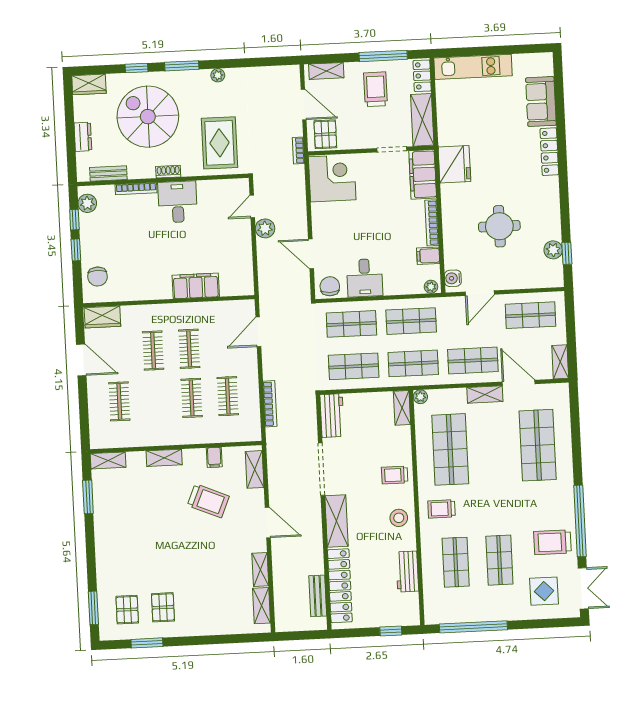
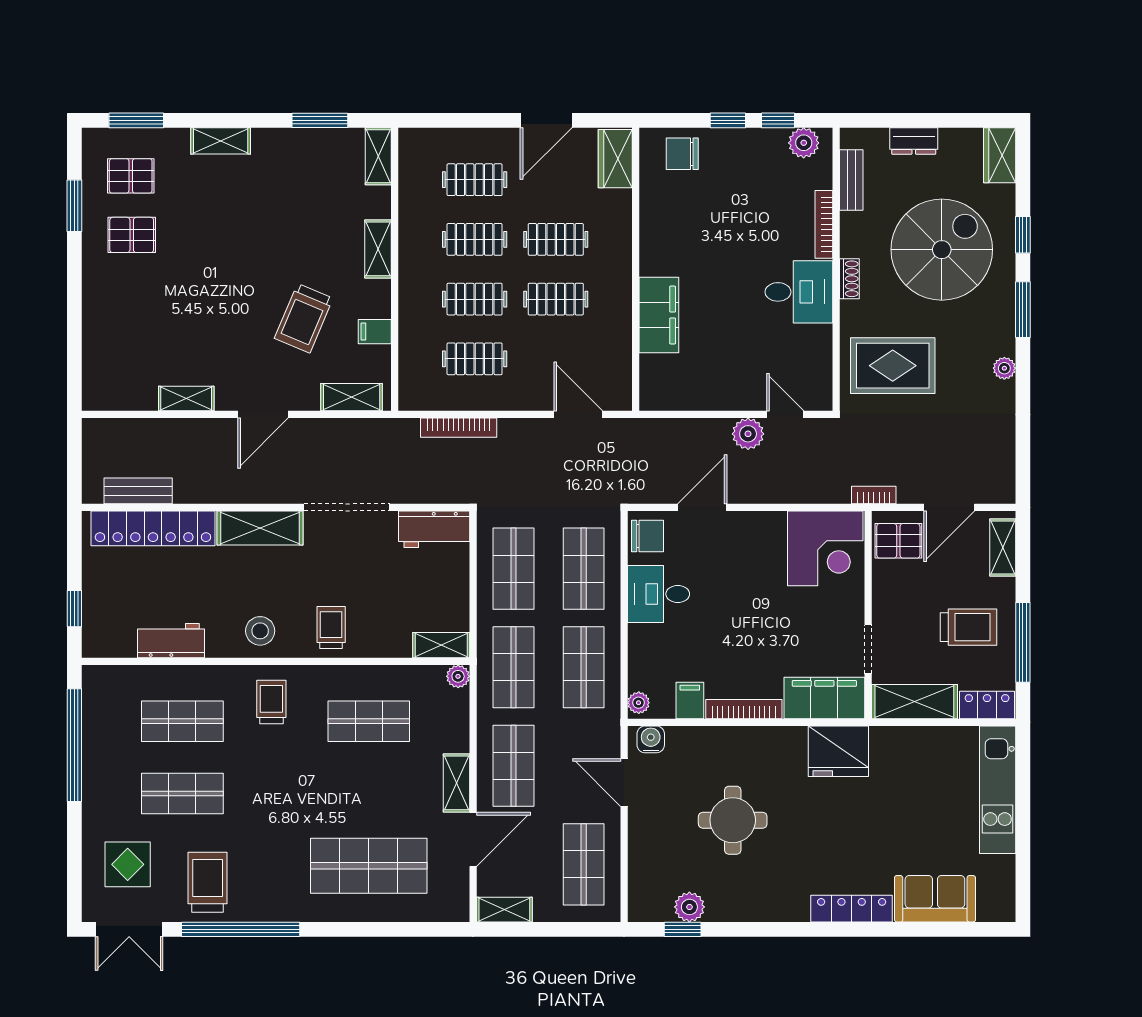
clothes rail: (155, 400) -> (475, 239), added
shop shelf: (450, 449) -> (369, 721), width x0.70, depth x0.74
shelving: (262, 606) -> (221, 141), moved

